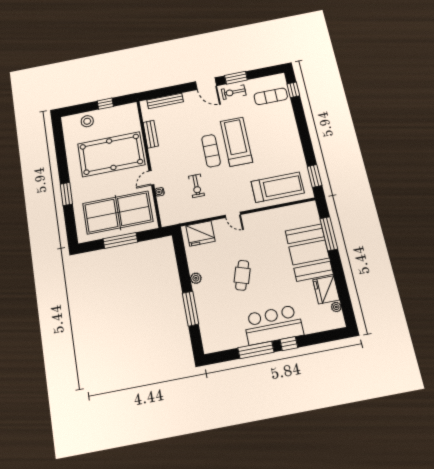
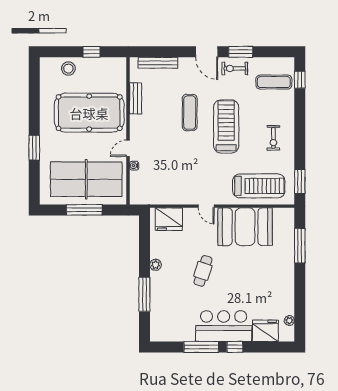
exercise mat: (211, 151) -> (190, 113), moved
exercise bike: (196, 186) -> (273, 138), moved
booth: (309, 252) -> (245, 227), moved, turned 90
fridge: (326, 290) -> (265, 331), moved, turned 90

